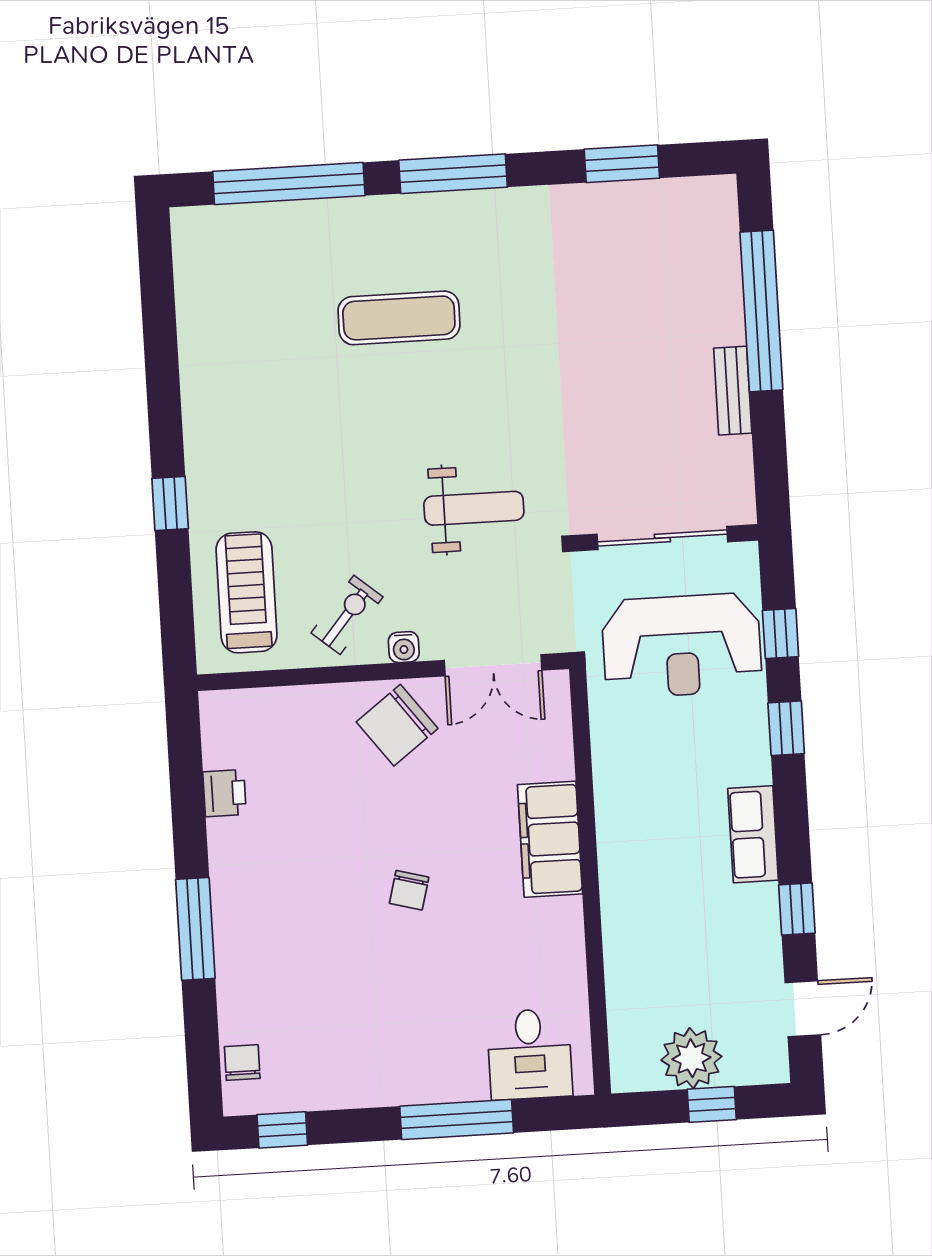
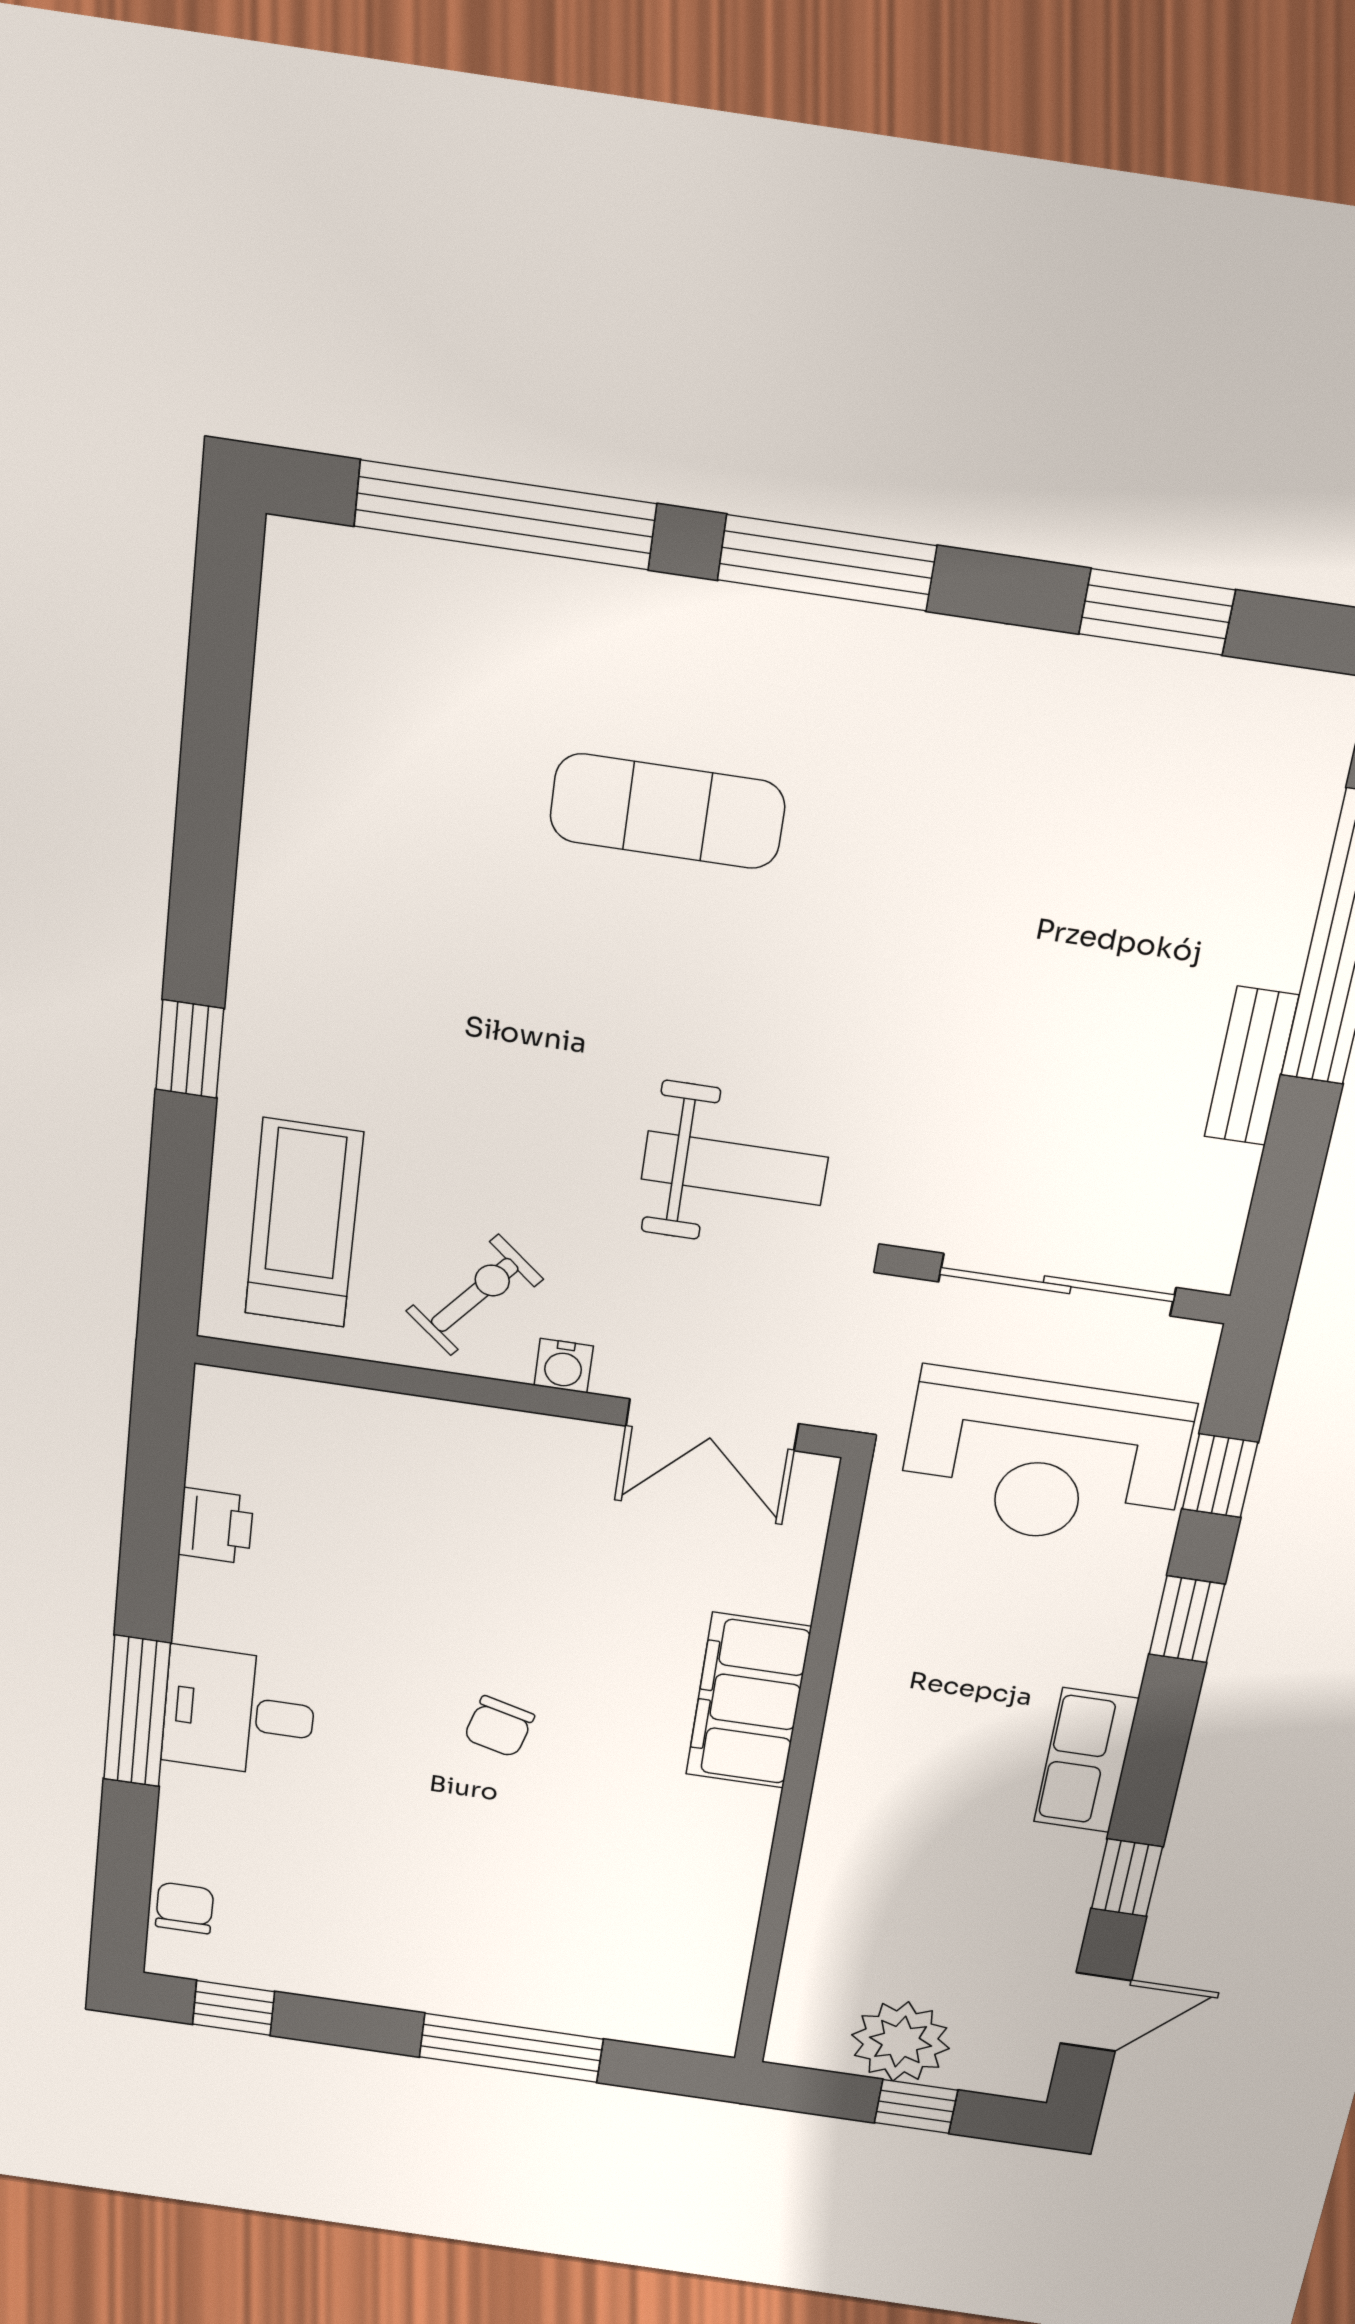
chair: (397, 725) -> (528, 1483), removed
desk: (530, 1054) -> (239, 1712), moved, turned 90

